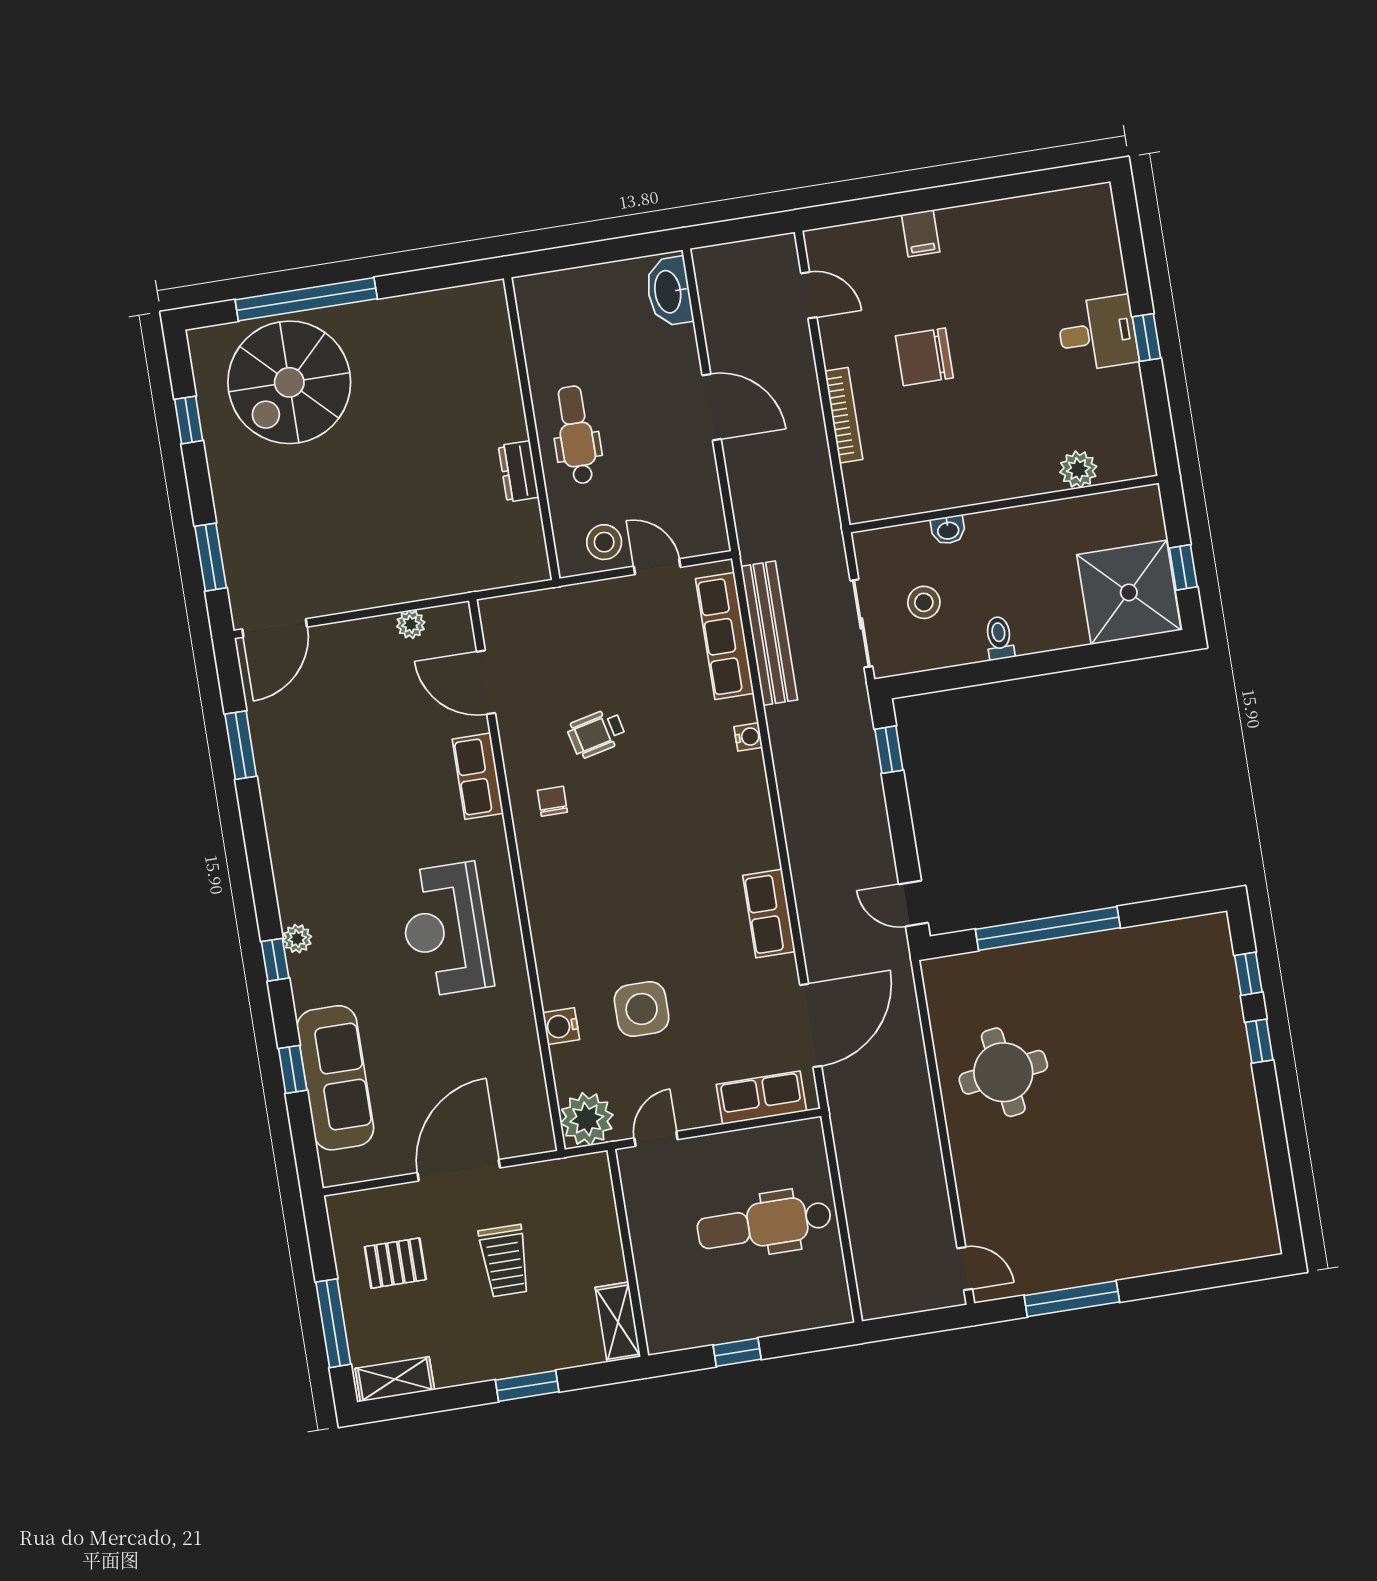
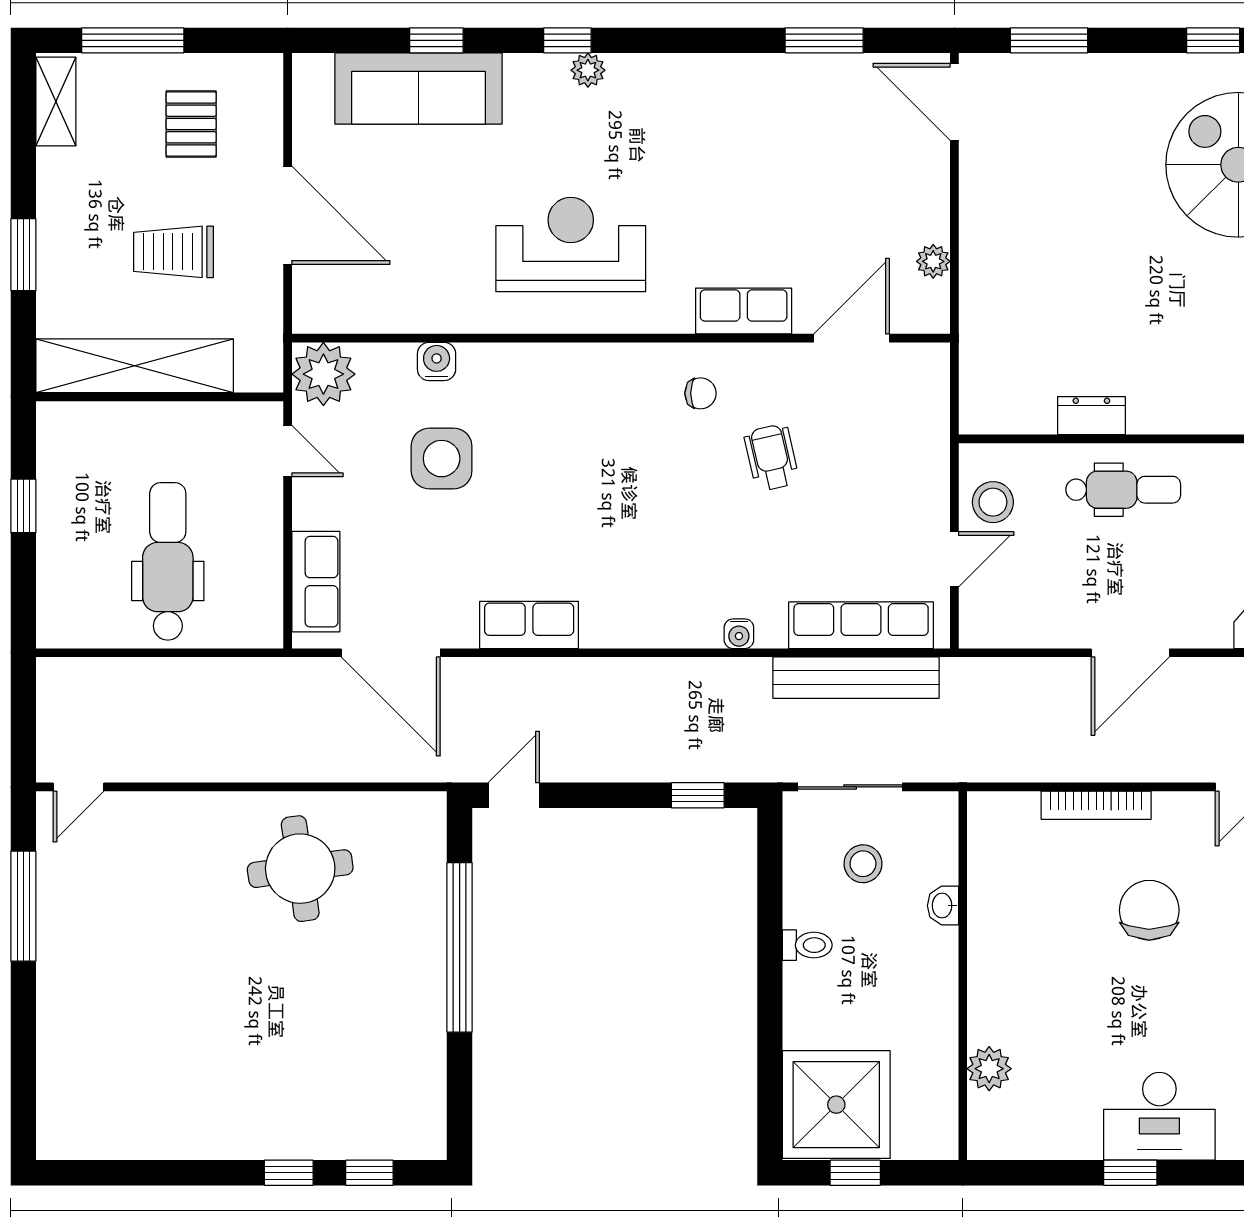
desk: (1097, 333) -> (1159, 1116), width x1.37
shelving: (618, 1322) -> (135, 366), width x2.20, depth x1.33

